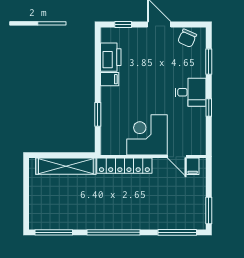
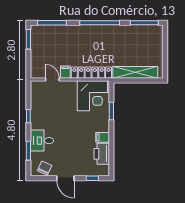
desk: (191, 92) -> (42, 141), moved
corner desk: (147, 135) -> (92, 96), moved
filing cabinet: (193, 166) -> (65, 72), moved

